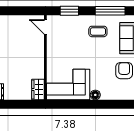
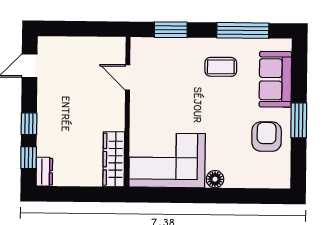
door: (45, 27) -> (128, 77), moved
wardrobe: (38, 89) -> (114, 159), width x1.50

